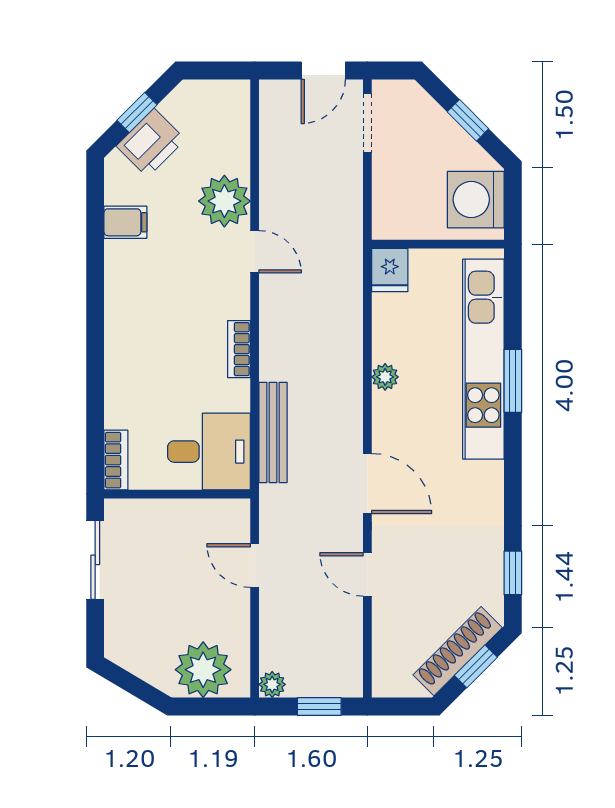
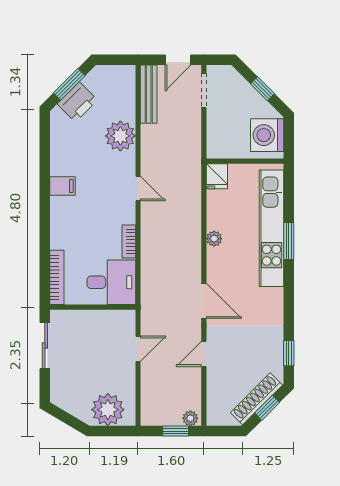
window: (137, 113) -> (69, 84), width x1.50
filing cabinet: (125, 222) -> (63, 186), moved
door: (255, 252) -> (138, 188), moved
bookcase: (239, 349) -> (129, 241), moved
bench: (273, 432) -> (149, 94), moved
bookcase: (116, 460) -> (57, 277), width x1.56
door: (255, 565) -> (138, 349), swing flipped
door: (367, 574) -> (204, 354), hinge flipped
plant: (272, 684) -> (190, 418), moved

